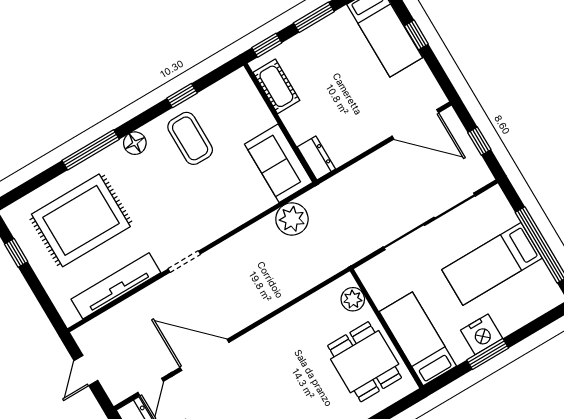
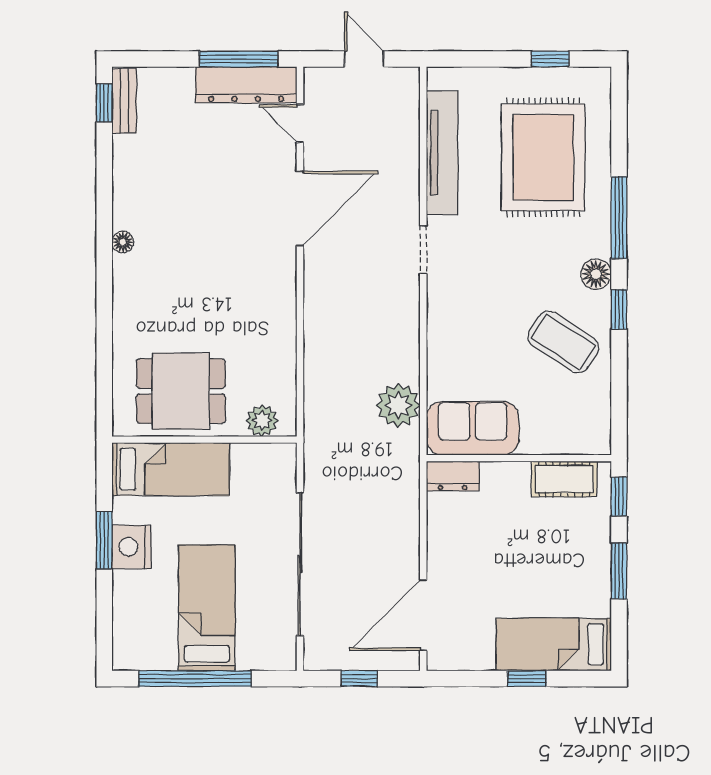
window: (182, 96) -> (619, 309), moved
coffee table: (190, 138) -> (563, 342), turned 33

